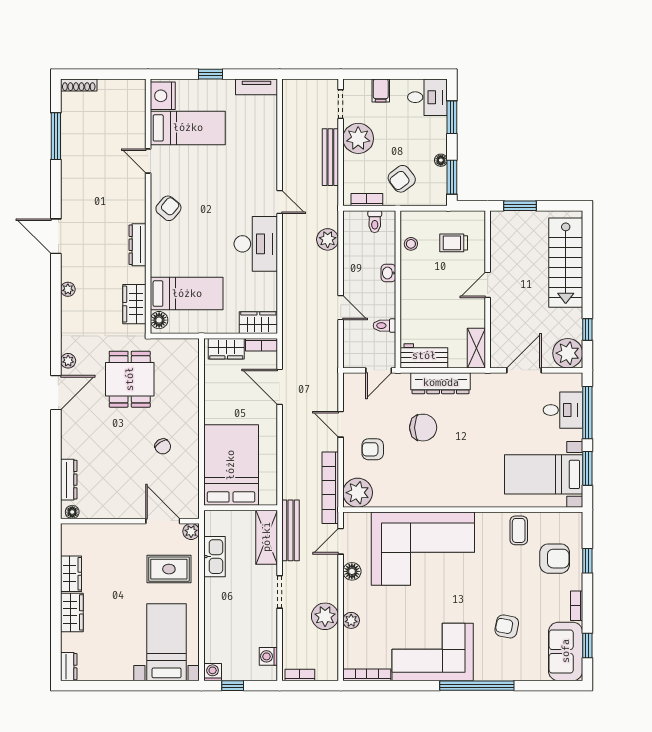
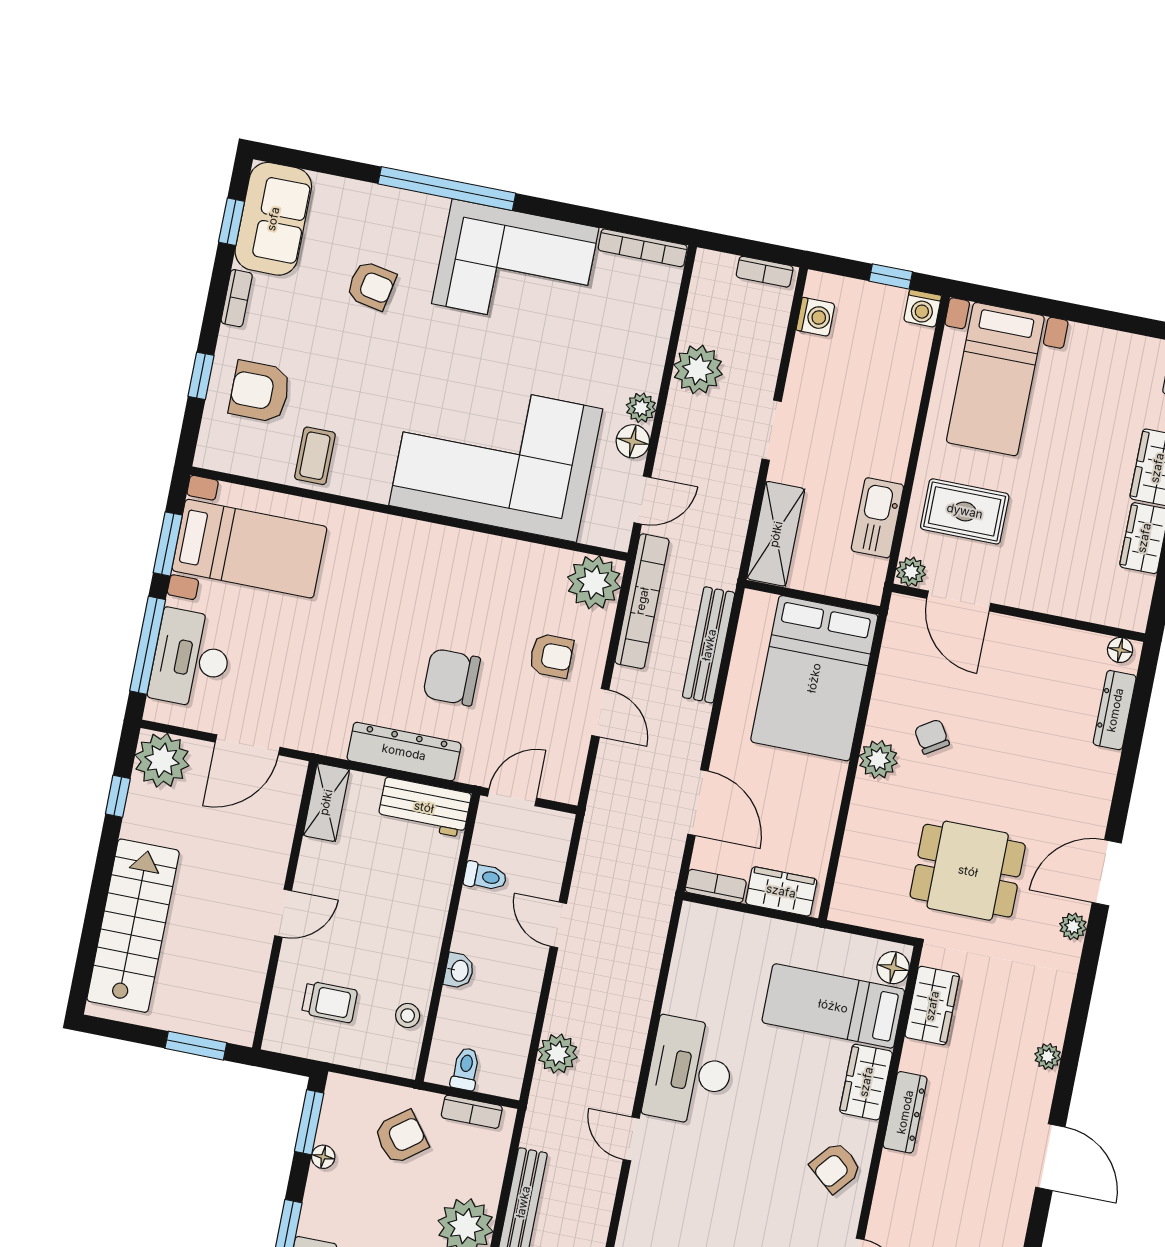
wardrobe: (258, 323) -> (866, 1082), moved, turned 90
dining table: (130, 379) -> (968, 871), turned 90
desk: (563, 410) -> (191, 659), width x1.37
plant: (189, 429) -> (878, 759), added
bench: (290, 530) -> (709, 645), moved
plant: (351, 620) -> (641, 408), moved

